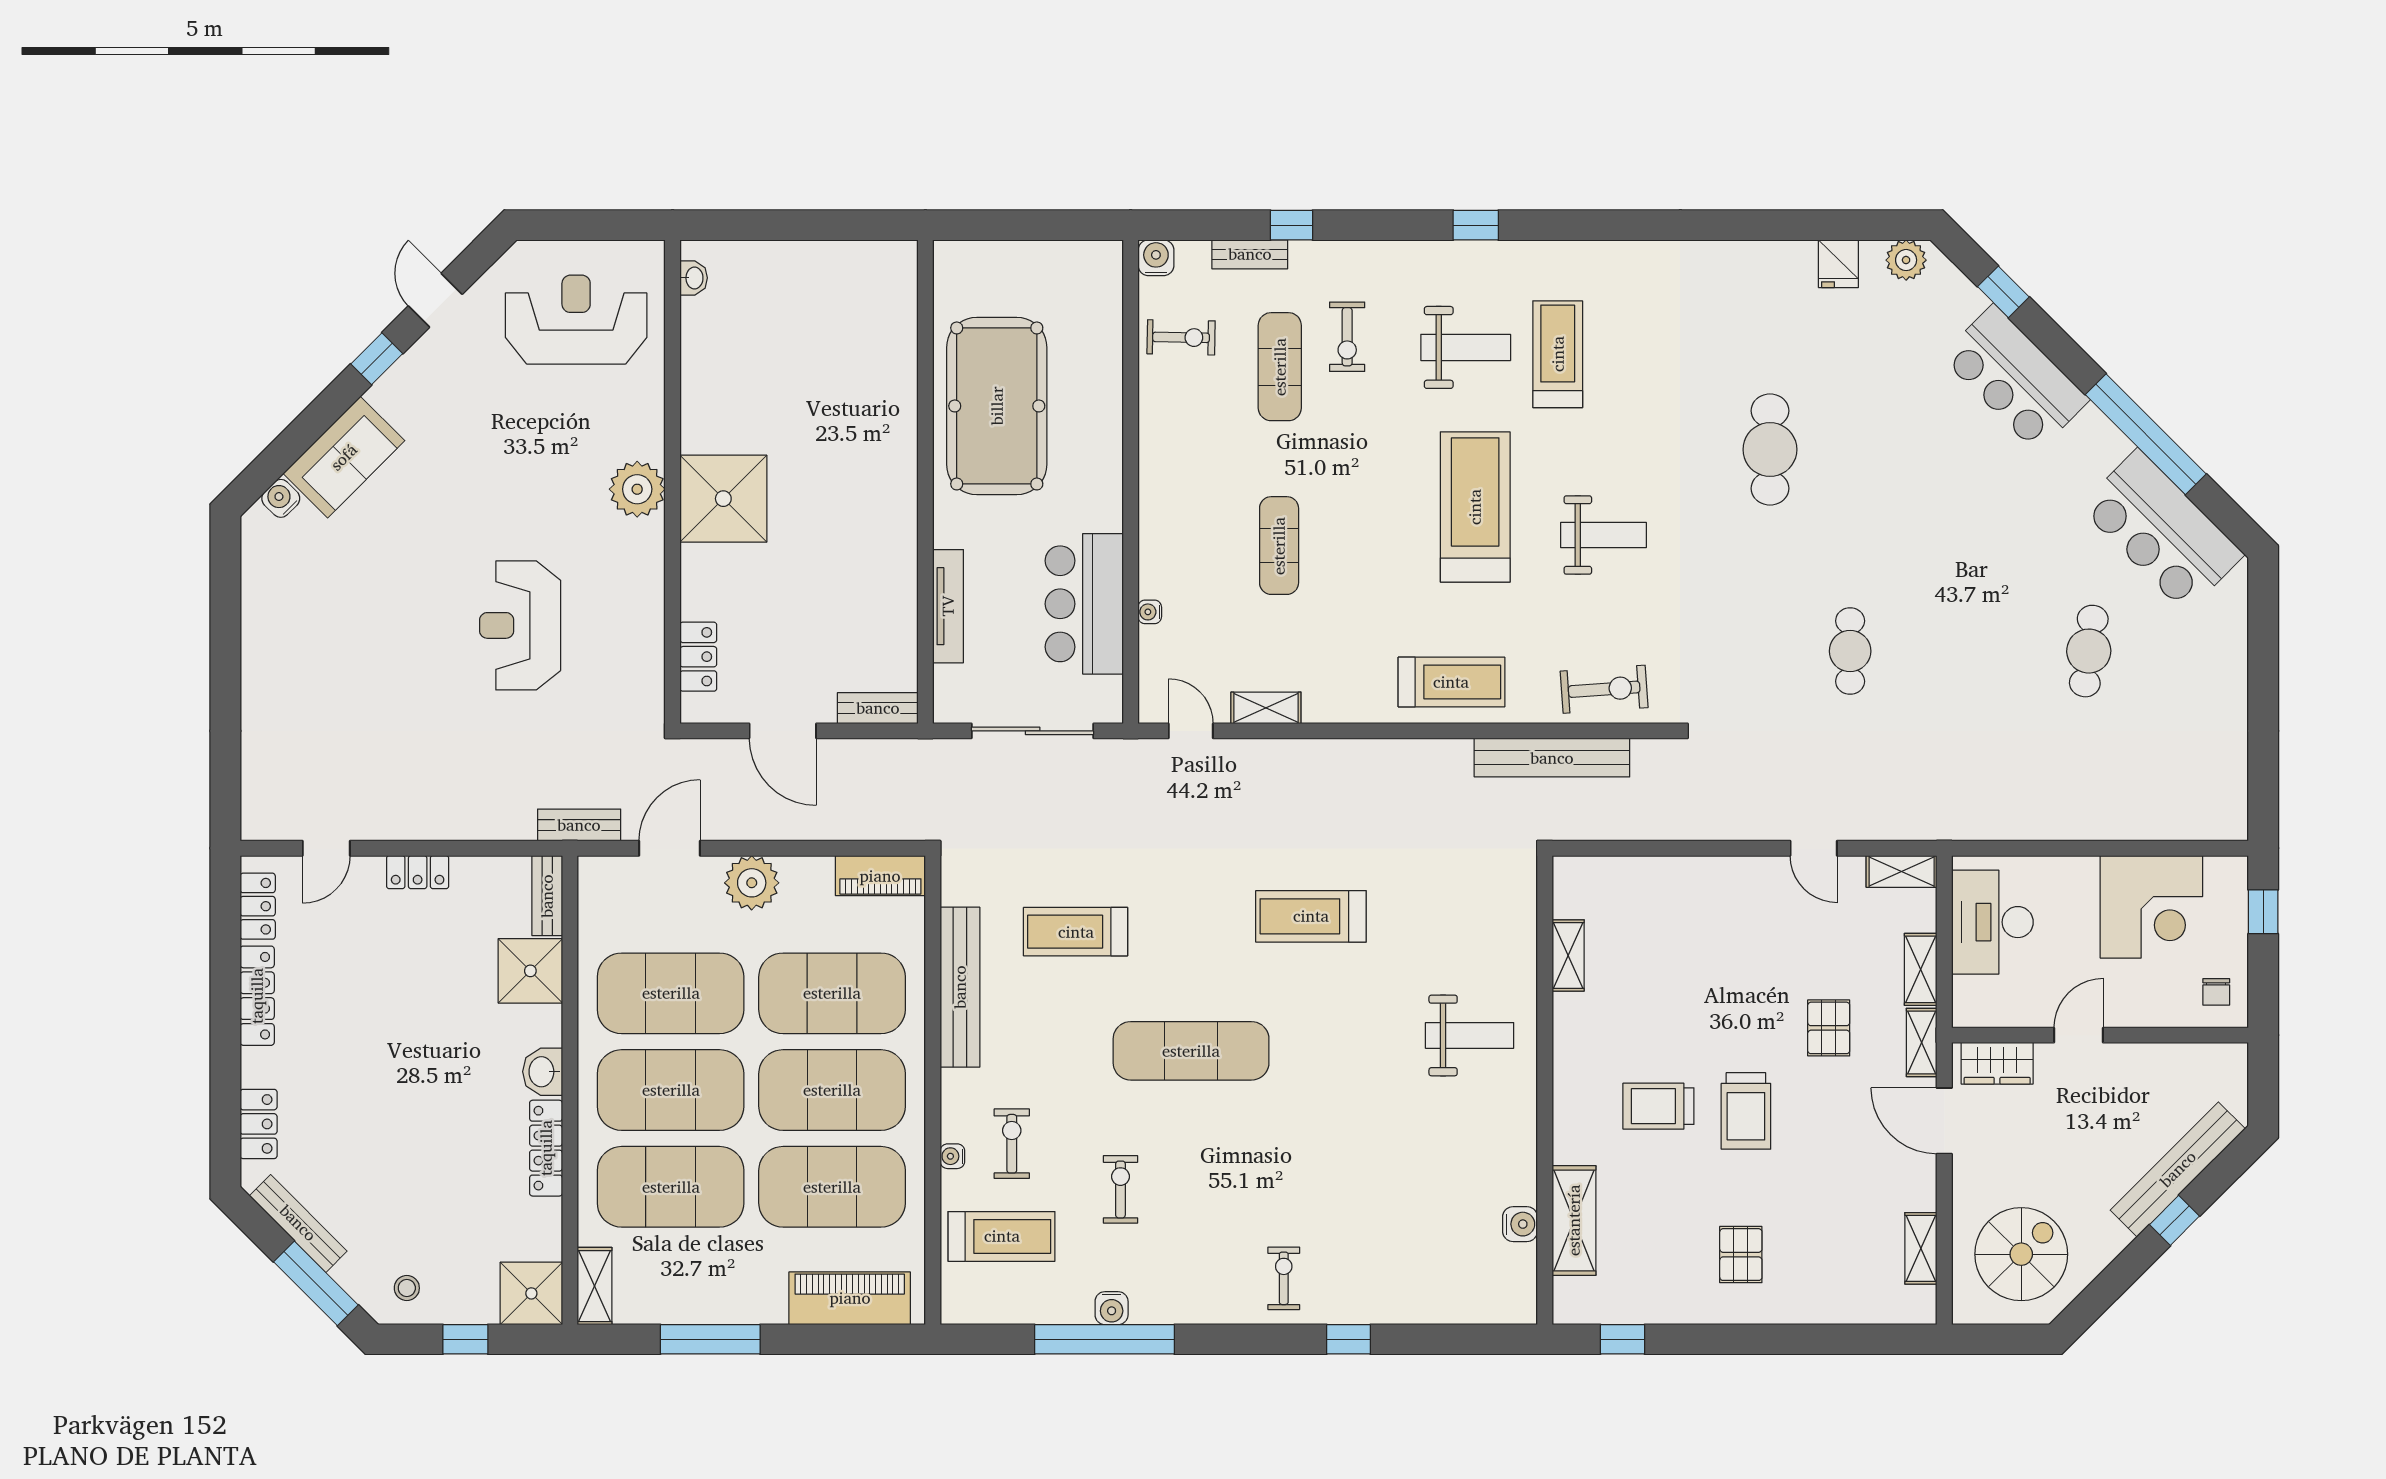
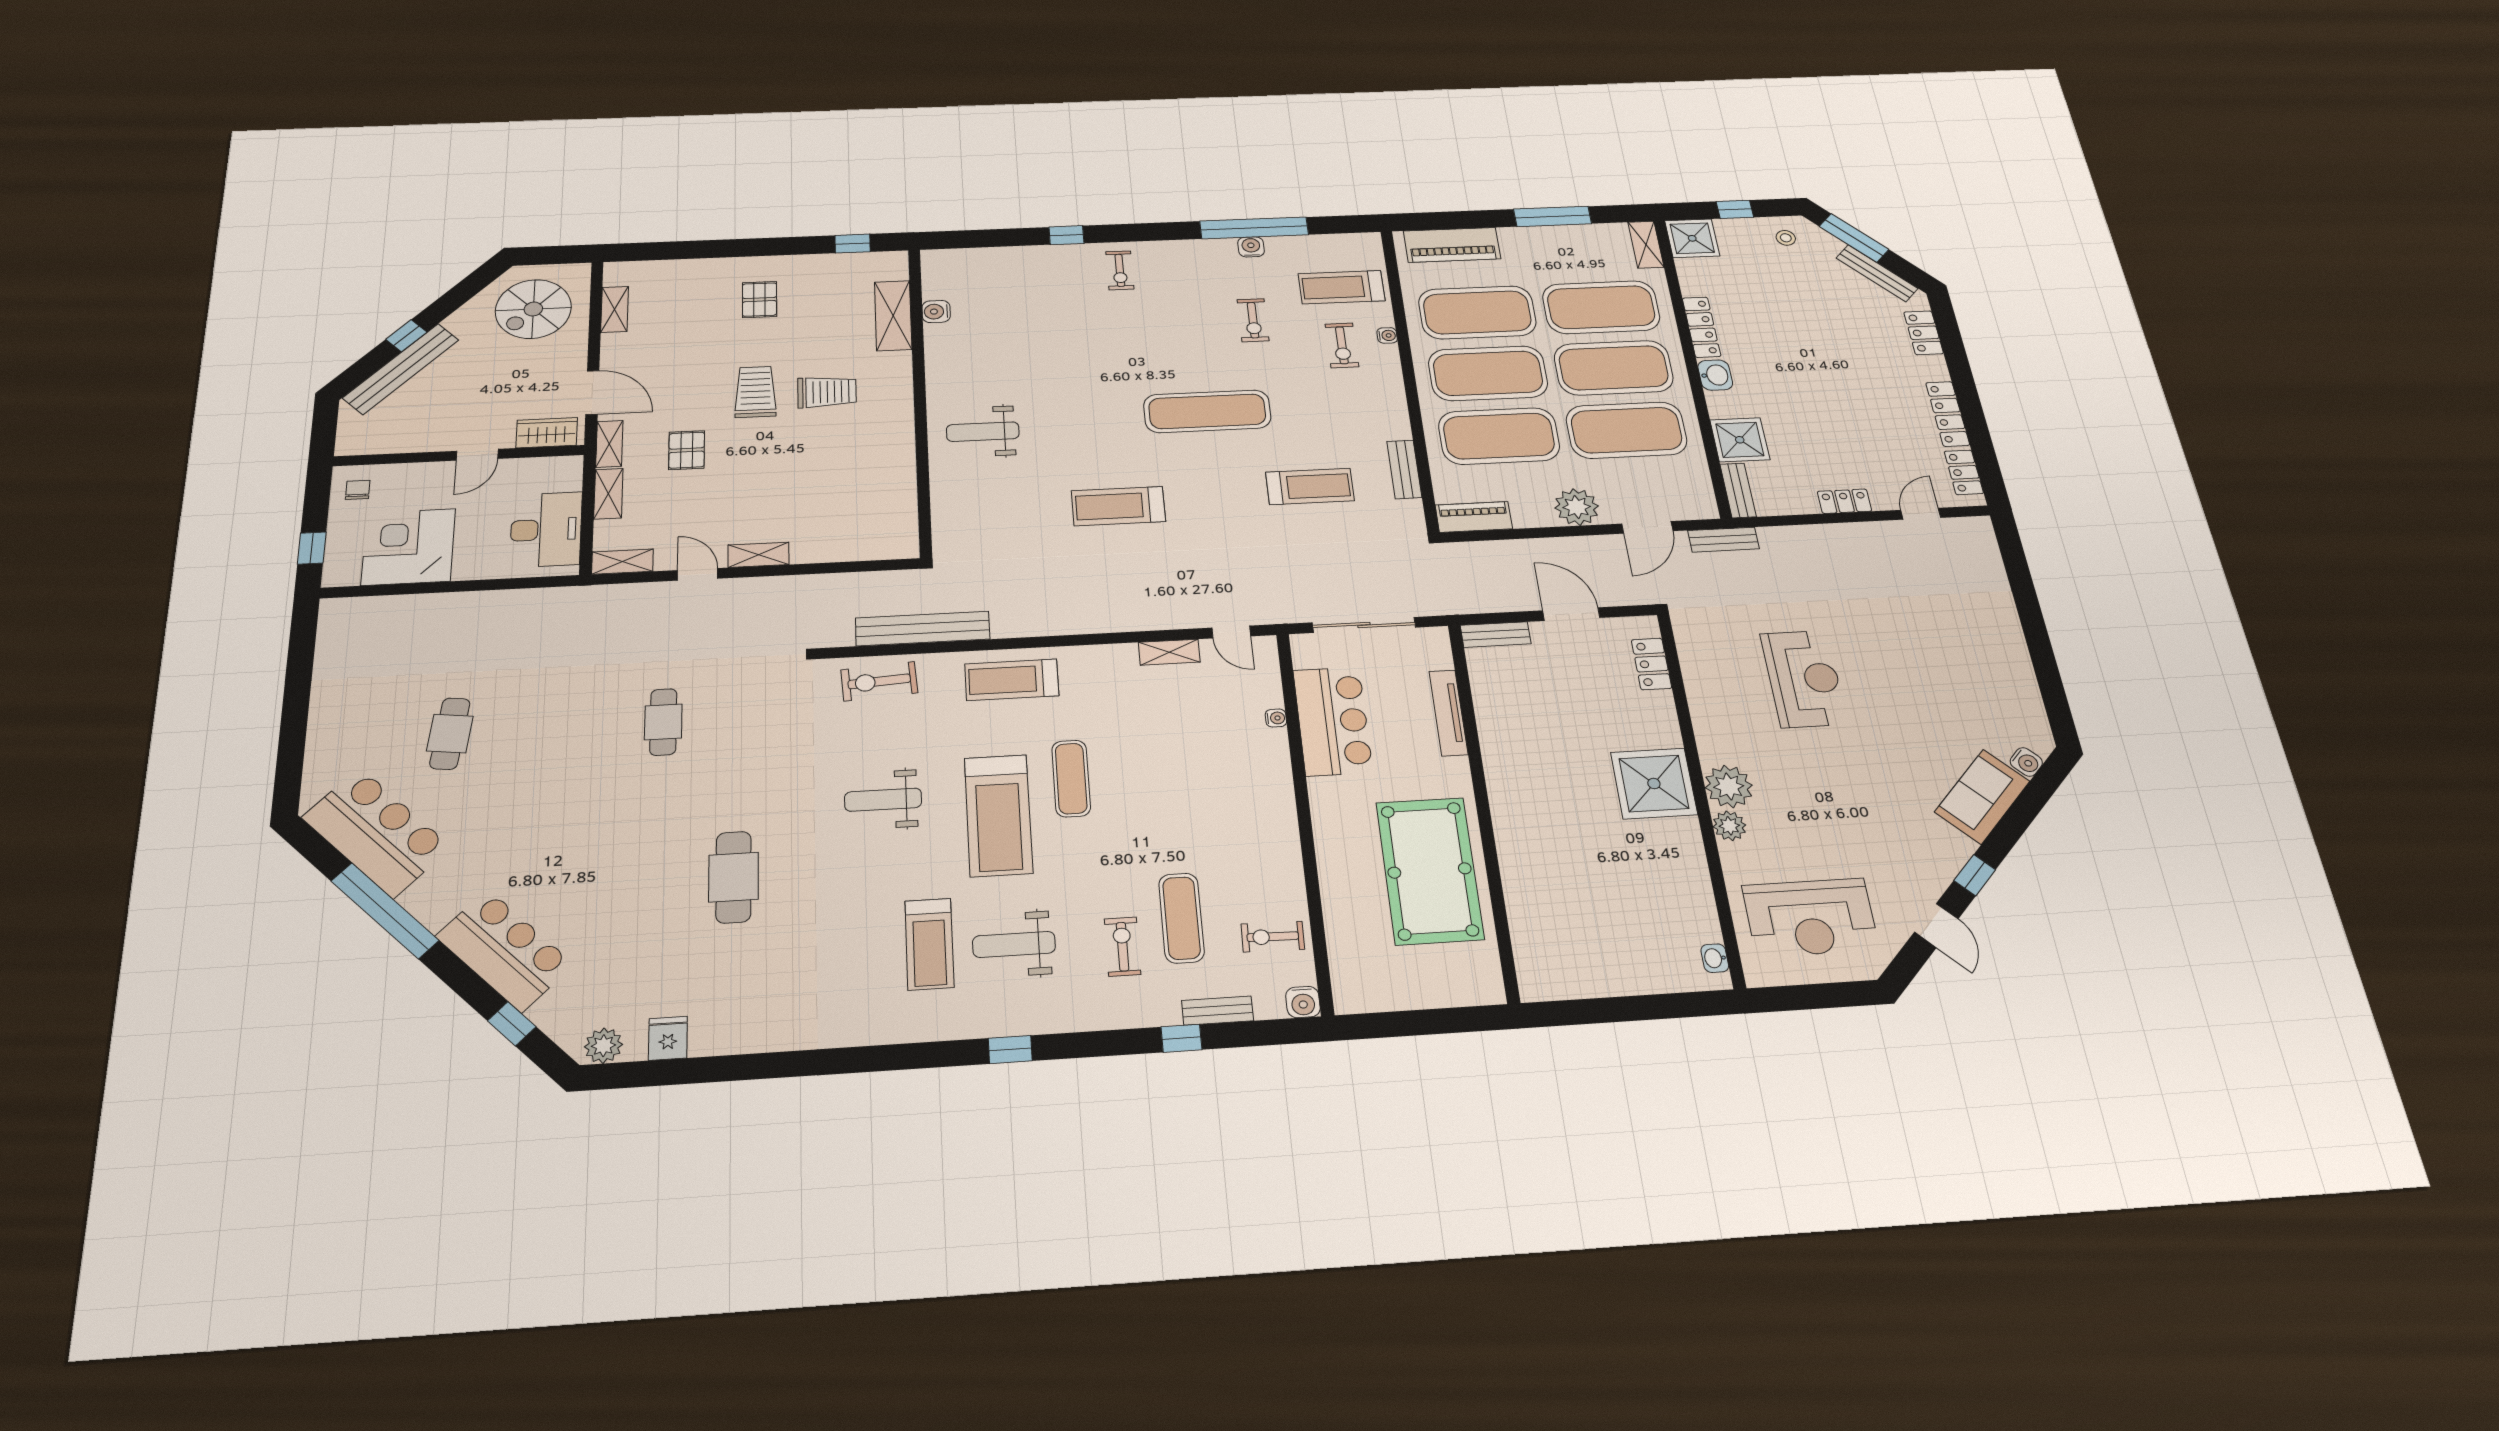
plant: (646, 439) -> (1729, 826), added
exercise mat: (1279, 546) -> (1071, 779), moved
treadmill: (1311, 916) -> (1118, 506), turned 180
shelving: (1568, 955) -> (758, 555), moved, turned 90
bench: (960, 987) -> (1404, 469), width x0.54, depth x0.82

